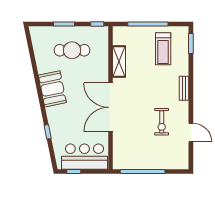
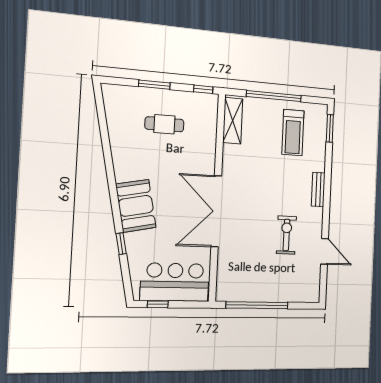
cafe table: (72, 50) -> (164, 124), width x0.73, depth x0.74
shelving: (119, 61) -> (233, 121), moved
booth: (52, 89) -> (136, 206), moved
exercise bike: (162, 122) -> (286, 235), turned 180

